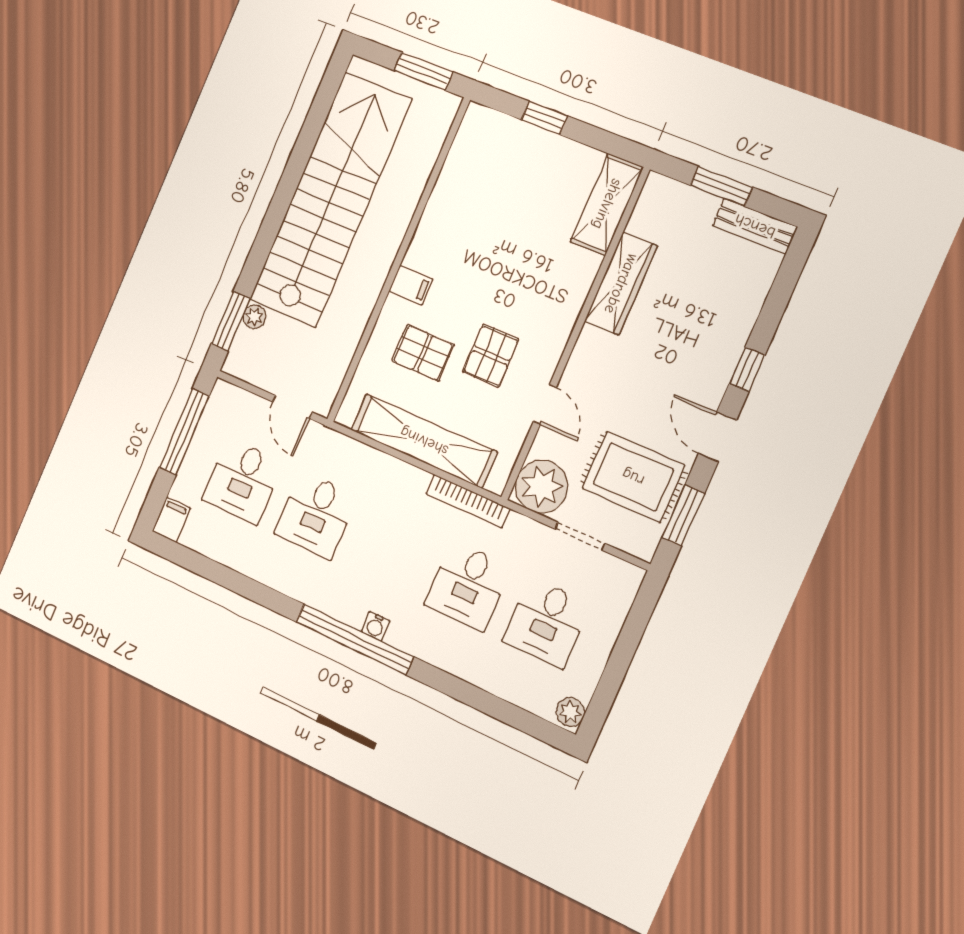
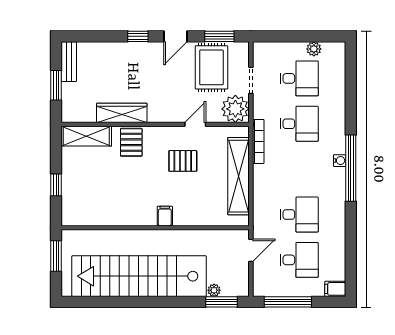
pallet: (423, 353) -> (131, 142), moved
plant: (570, 712) -> (314, 49), moved

